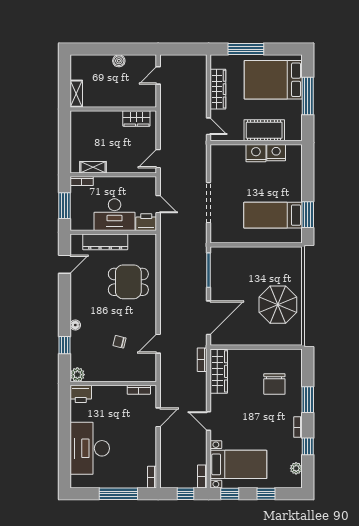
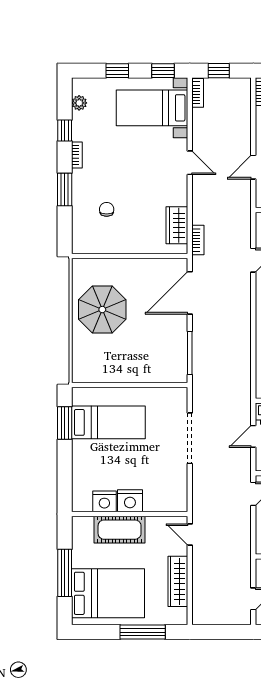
door: (158, 204) -> (253, 436), hinge flipped
wardrobe: (219, 371) -> (177, 225), width x0.67
chair: (274, 384) -> (107, 209), width x0.54, depth x0.54

